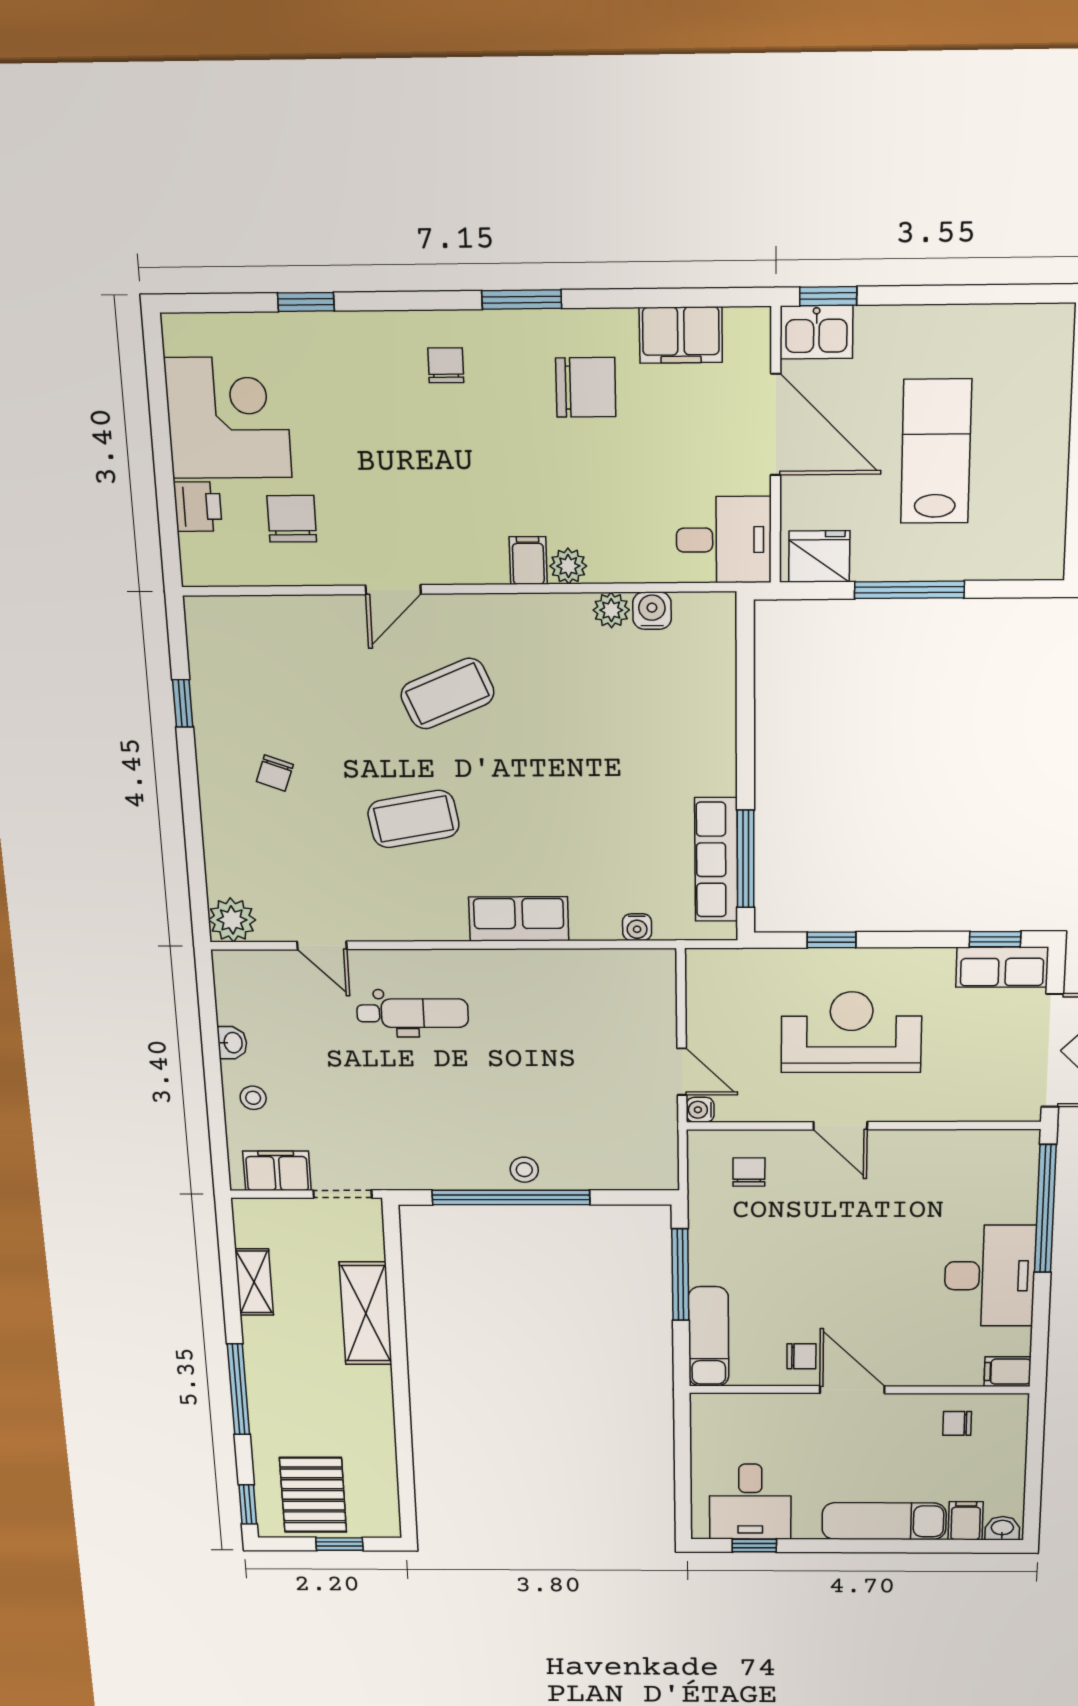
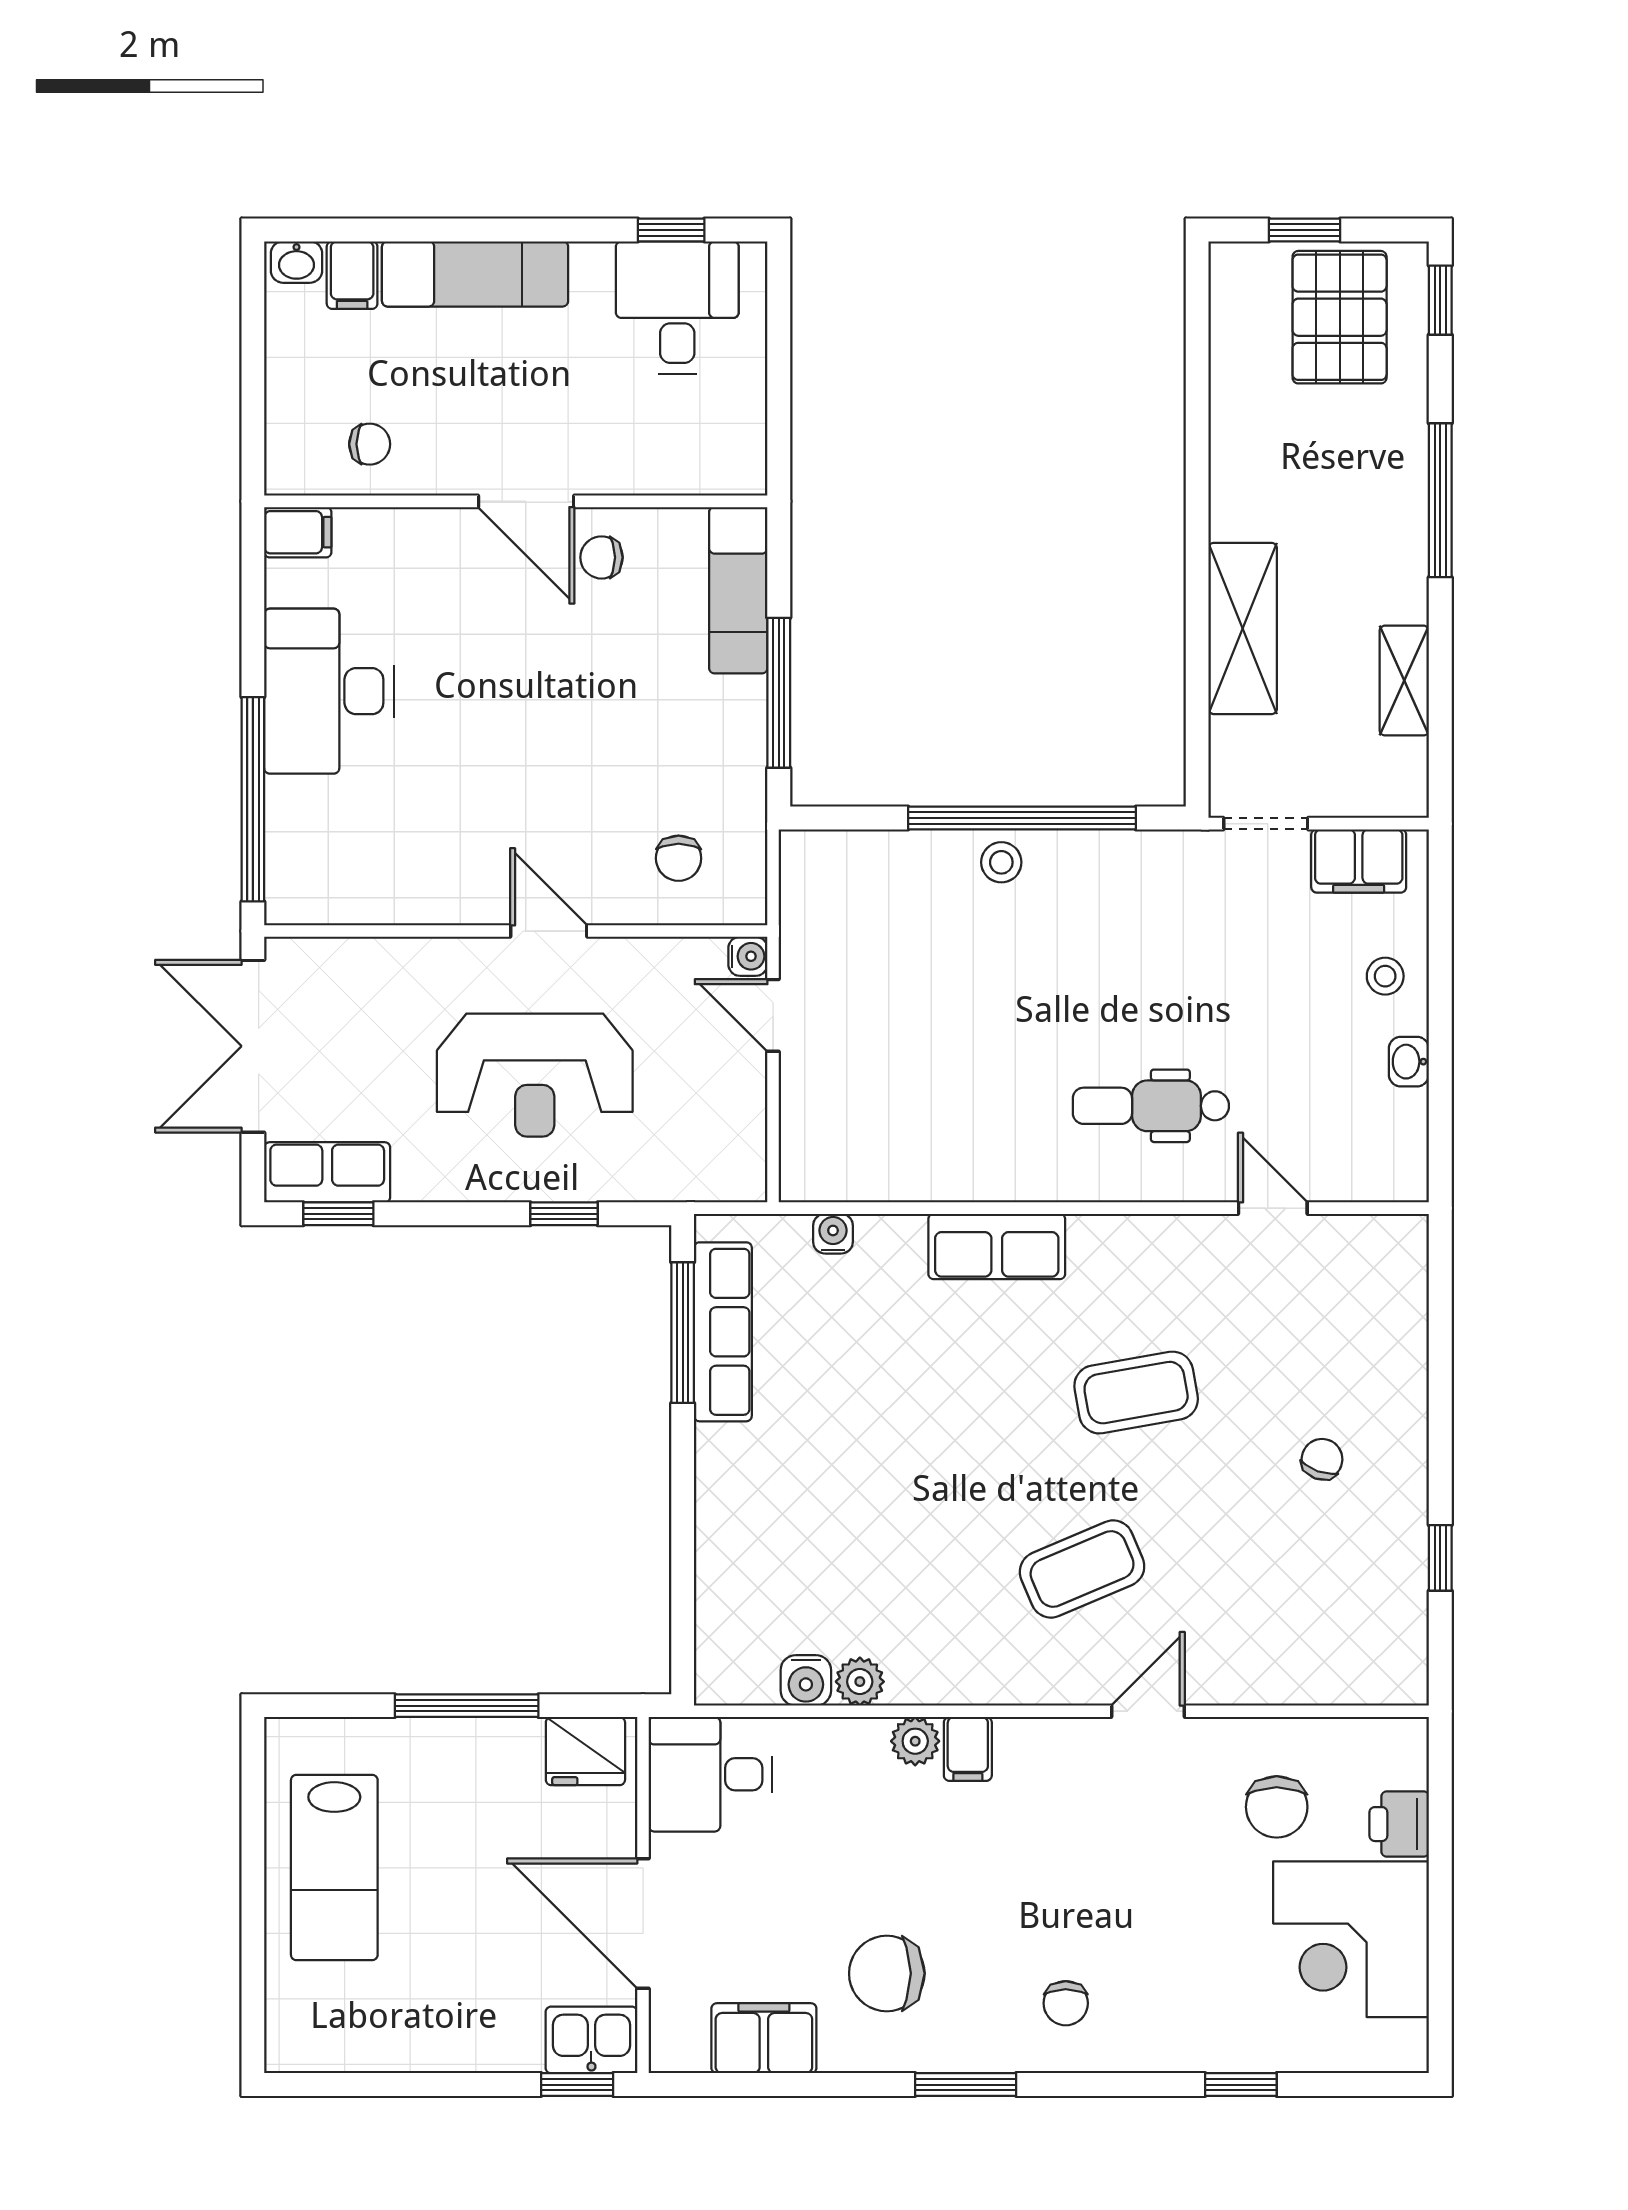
lab bench: (936, 452) -> (334, 1867), moved
plant: (232, 920) -> (1396, 1247), removed

